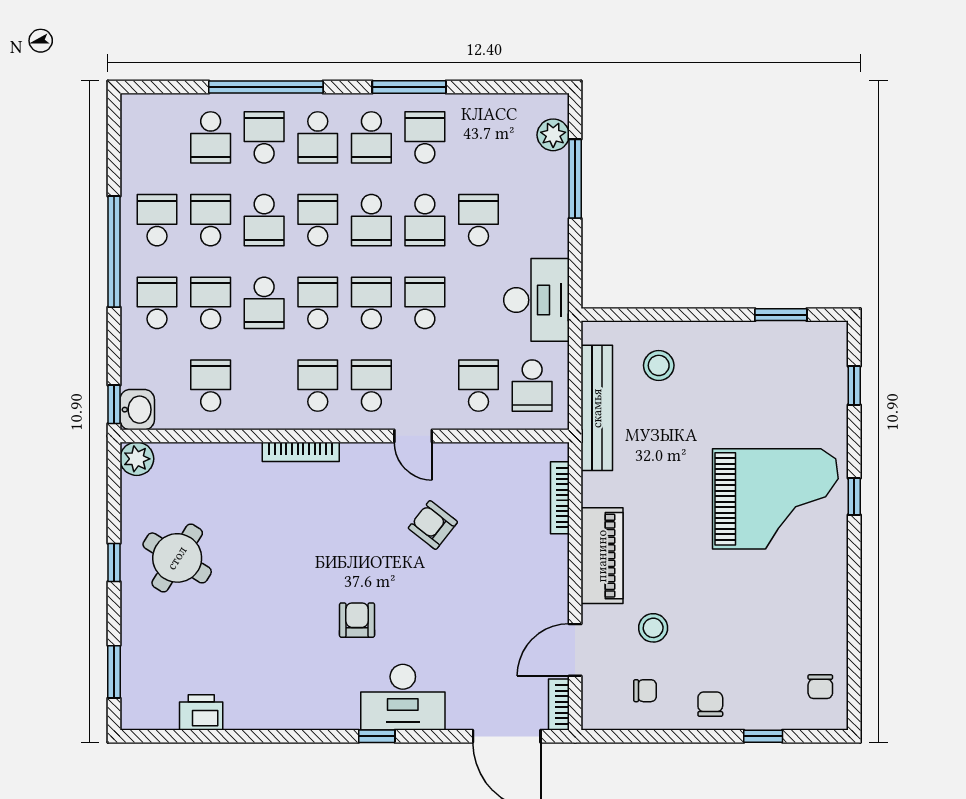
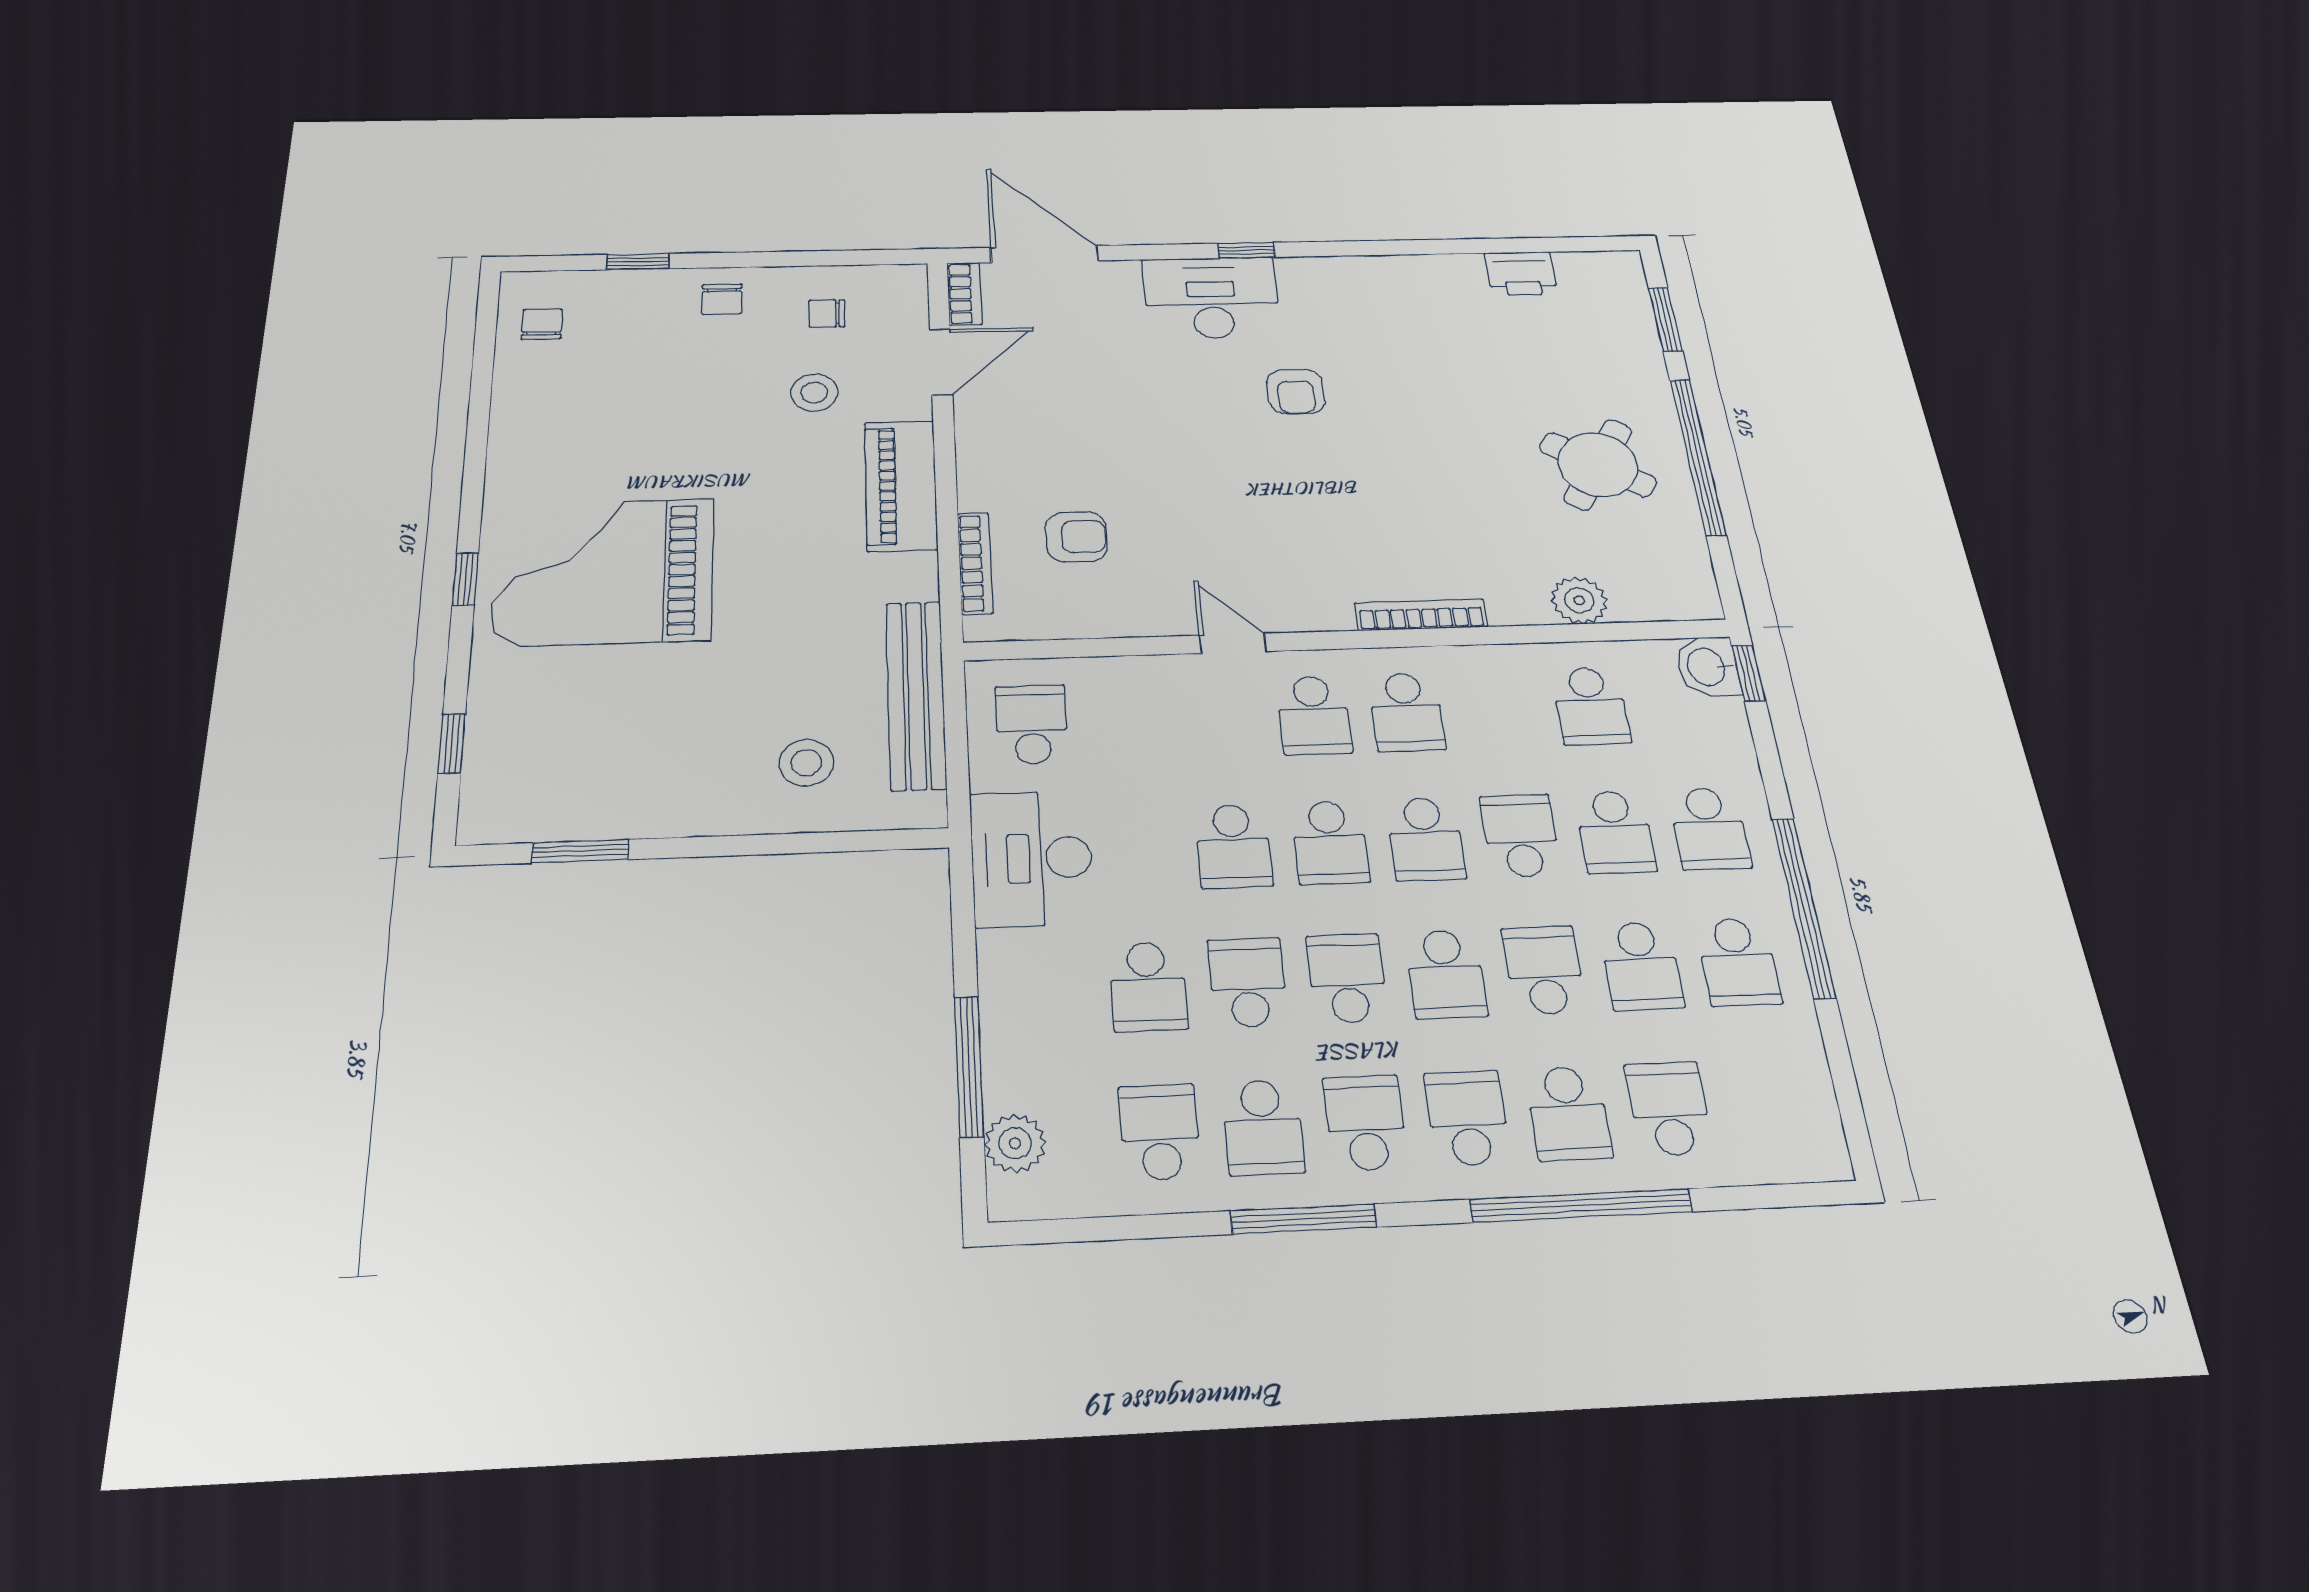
school desk: (479, 386) -> (1160, 1132), moved, turned 180
plant: (137, 459) -> (1579, 600), moved
armchair: (433, 525) -> (1076, 537), moved, turned -38
window: (114, 562) -> (1698, 456), width x3.17

